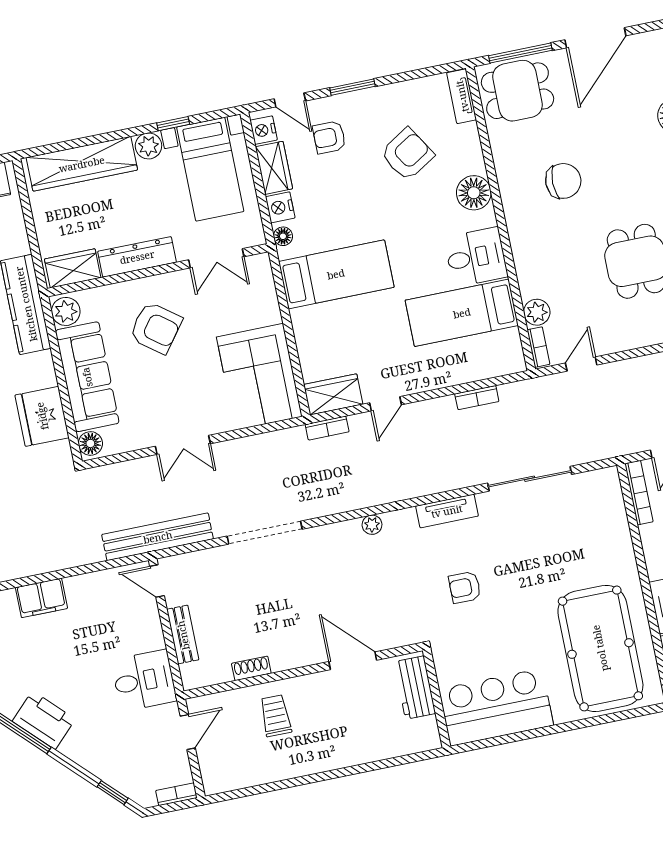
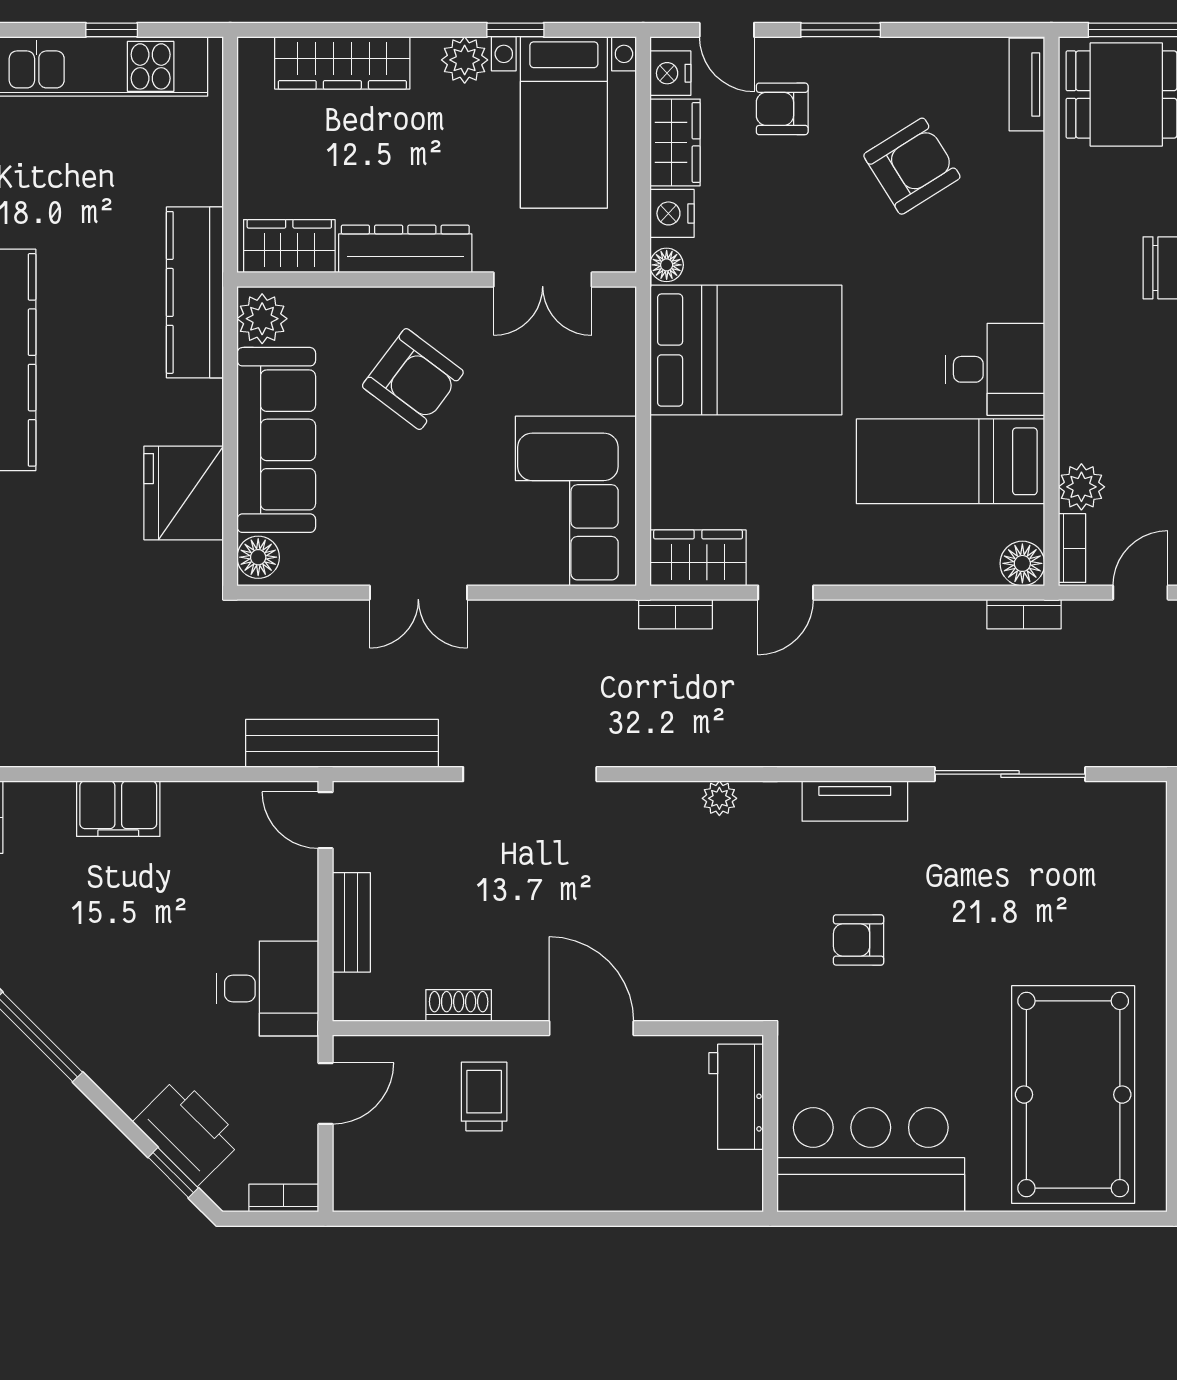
wardrobe: (82, 164) -> (342, 63), width x0.71, depth x0.85
floor lamp: (474, 193) -> (1022, 563), moved, width x0.73, depth x0.73
bed: (336, 274) -> (746, 350), width x1.50
bookcase: (477, 398) -> (1024, 614), moved
door: (353, 661) -> (591, 1028), moved
printer: (44, 720) -> (188, 1131), moved

